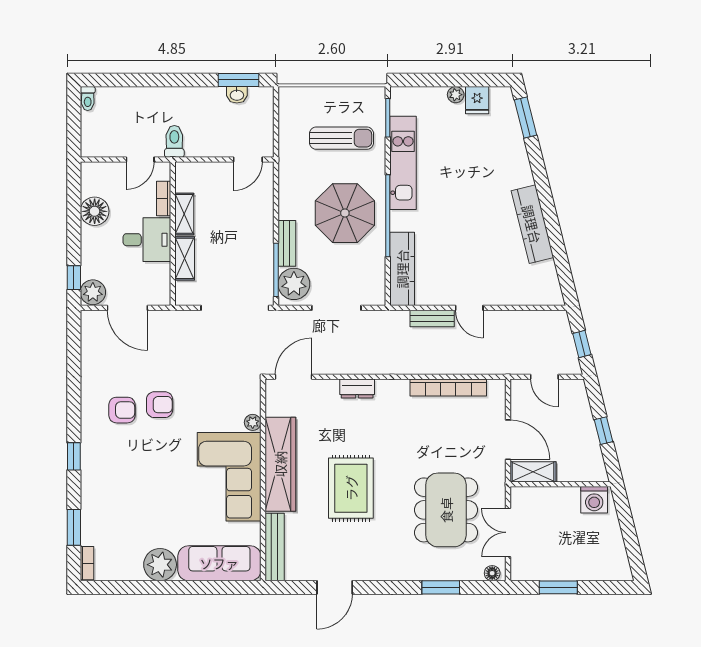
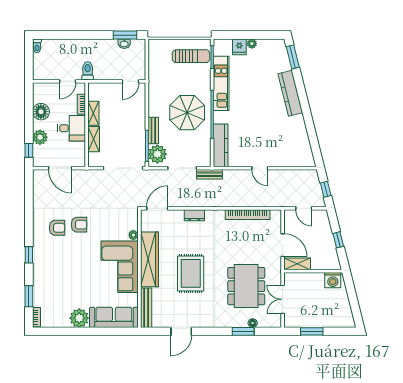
fridge: (477, 100) -> (239, 47), moved
sun lounger: (342, 138) -> (191, 56), moved
kitchen counter: (532, 224) -> (290, 93), moved
plant: (93, 292) -> (40, 137), moved
bench: (432, 318) -> (210, 174), moved
floor lamp: (492, 573) -> (253, 323), moved

